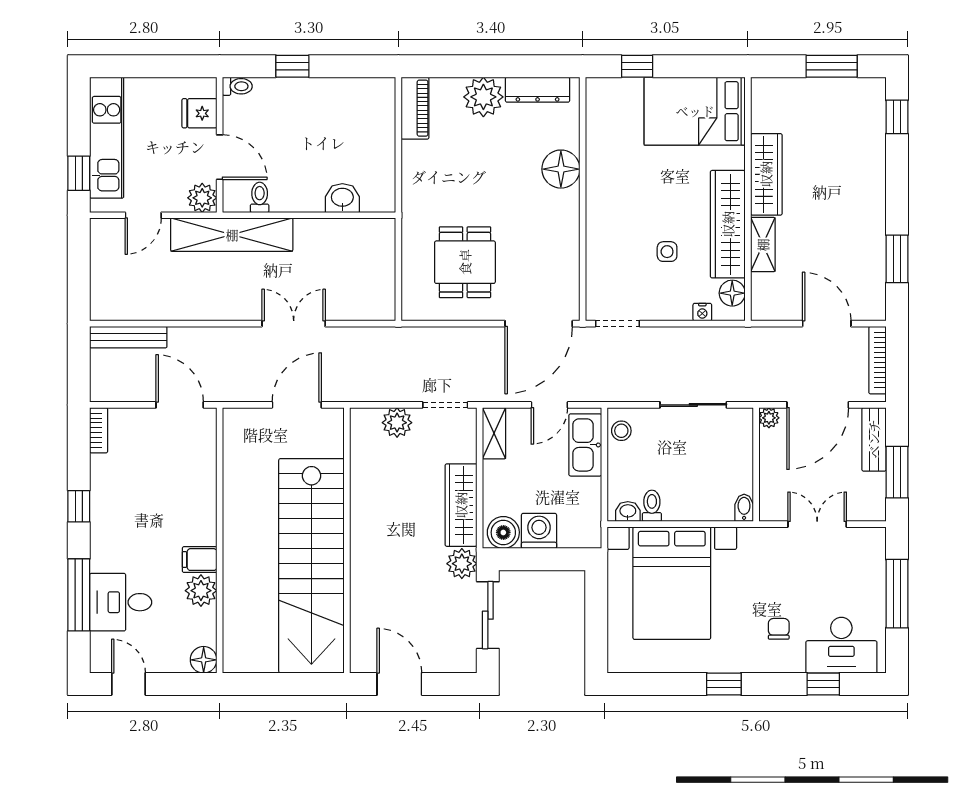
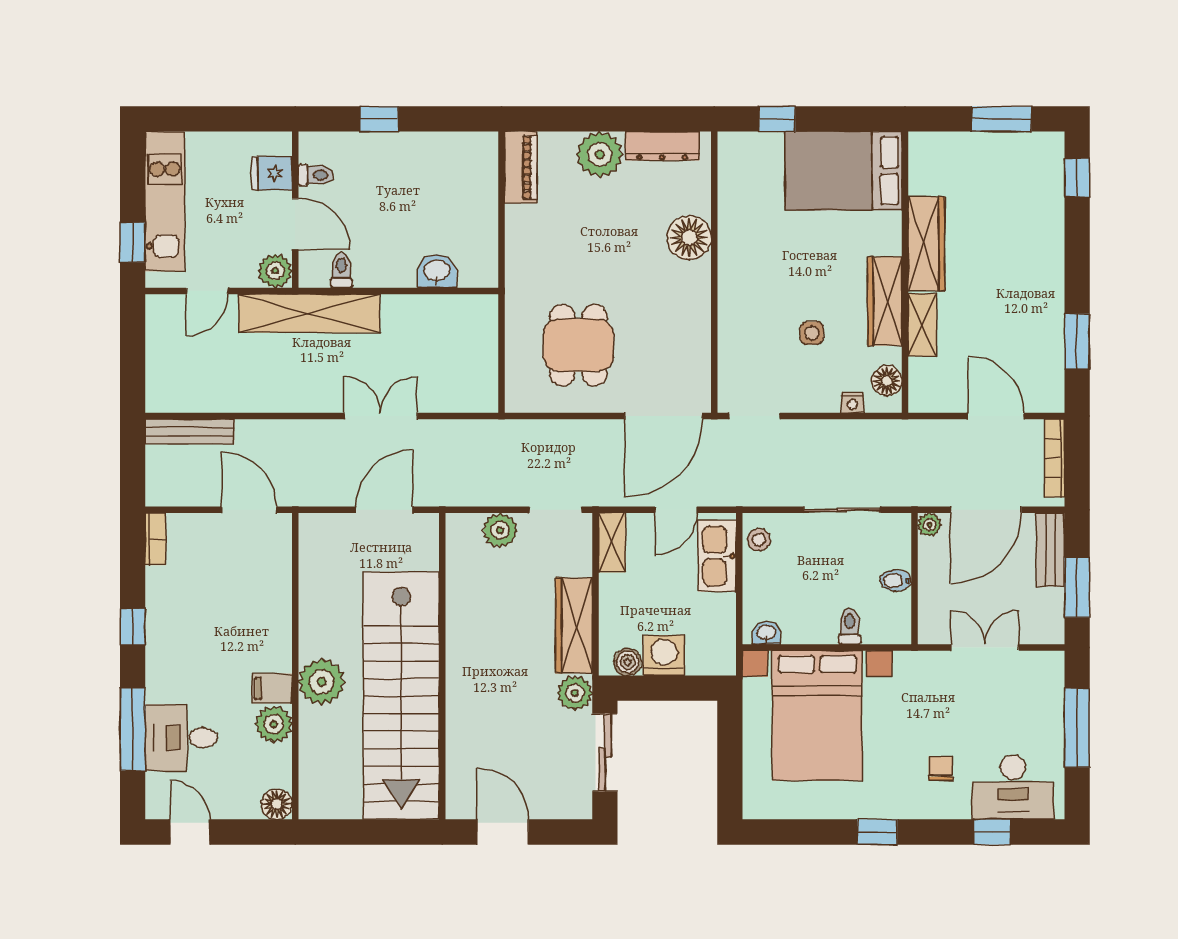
toilet: (237, 86) -> (316, 175), moved
wardrobe: (728, 224) -> (885, 301), width x0.71, depth x0.85
toilet: (652, 506) -> (850, 626), moved
bidet: (744, 508) -> (896, 581), moved, turned -90
boiler: (503, 532) -> (628, 662), width x0.73, depth x0.73
plant: (242, 554) -> (322, 682), added

